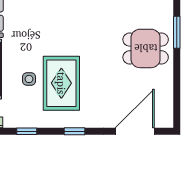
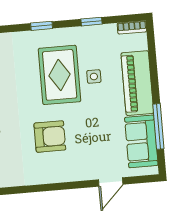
armchair: (76, 26) -> (50, 137), added

